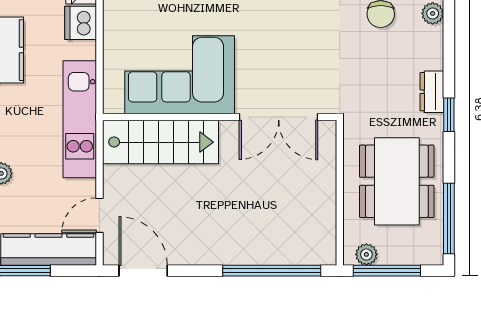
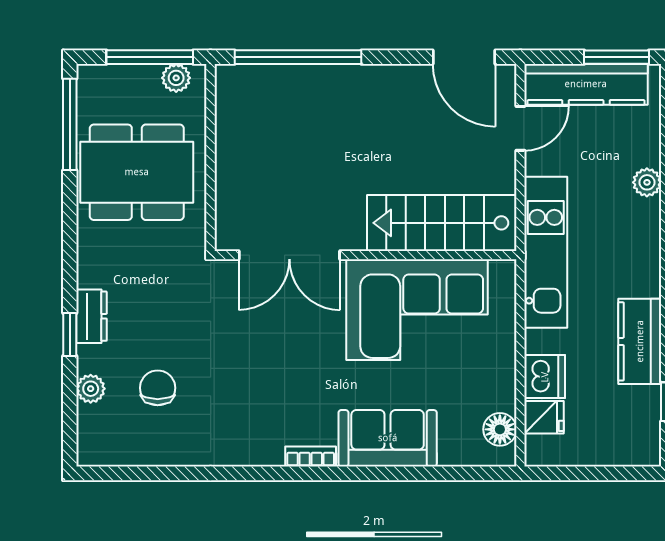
dresser: (432, 92) -> (92, 316), moved
window: (449, 115) -> (70, 334), moved
double door: (279, 117) -> (289, 255), swing flipped
dining table: (397, 181) -> (137, 172), turned 90

